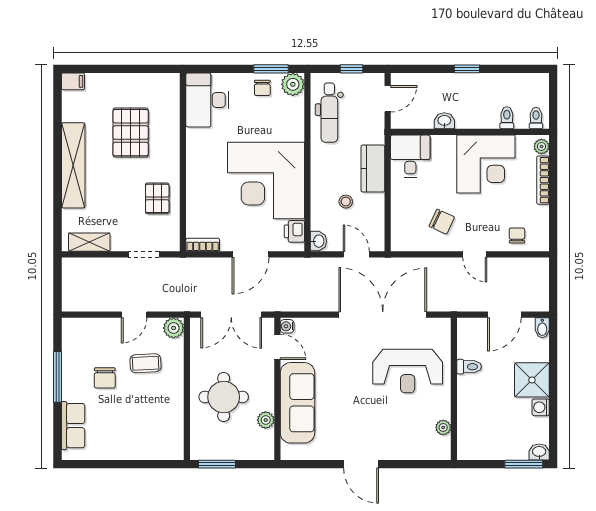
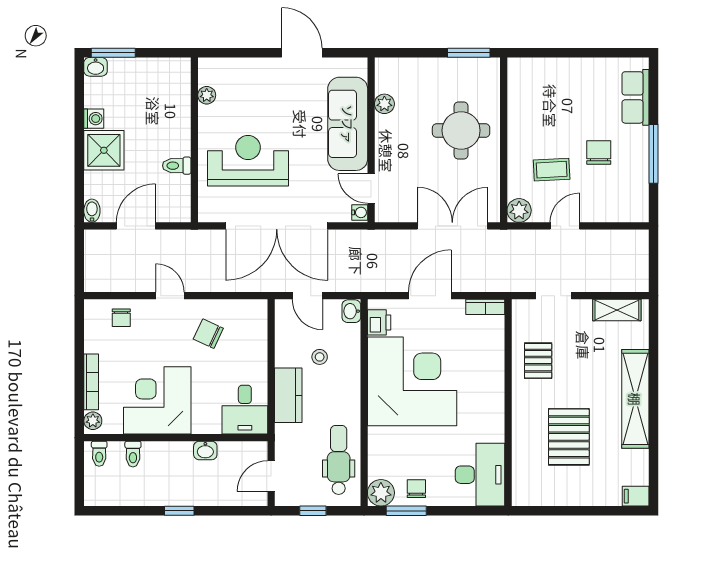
water cooler: (287, 326) -> (360, 212), moved
door: (277, 347) -> (371, 189), moved
wall: (277, 389) -> (371, 140), moved
sofa: (297, 403) -> (348, 124), moved
plant: (266, 420) -> (384, 104), moved

